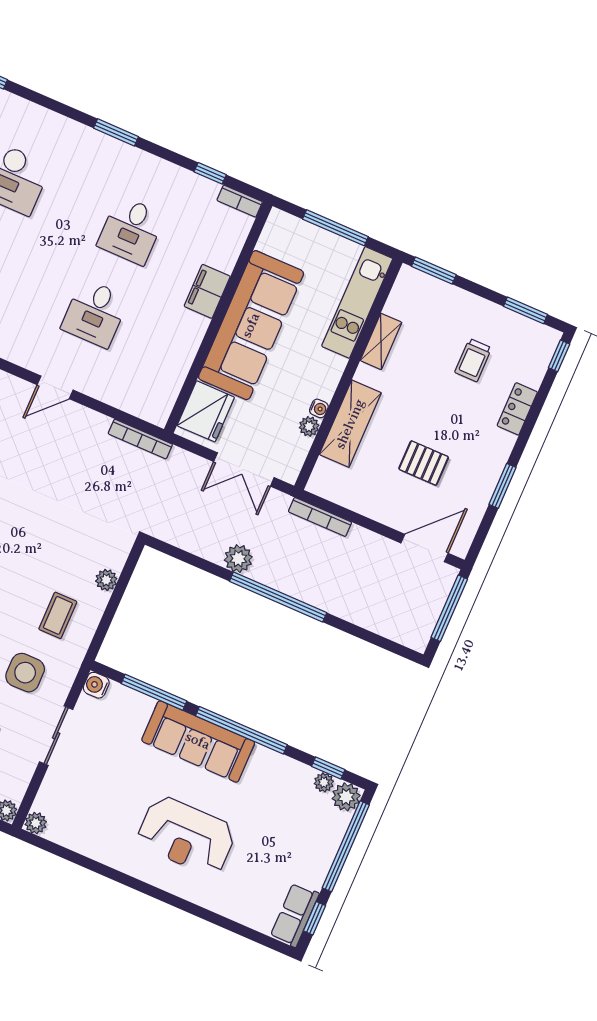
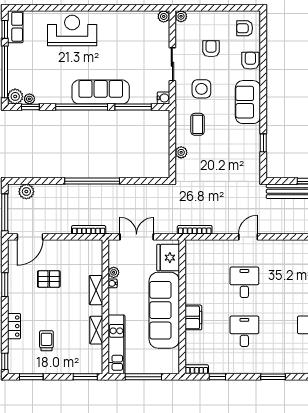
shelving: (350, 424) -> (96, 290), width x0.67, depth x0.75
plant: (238, 559) -> (26, 192), moved
reception desk: (186, 836) -> (72, 31), moved

